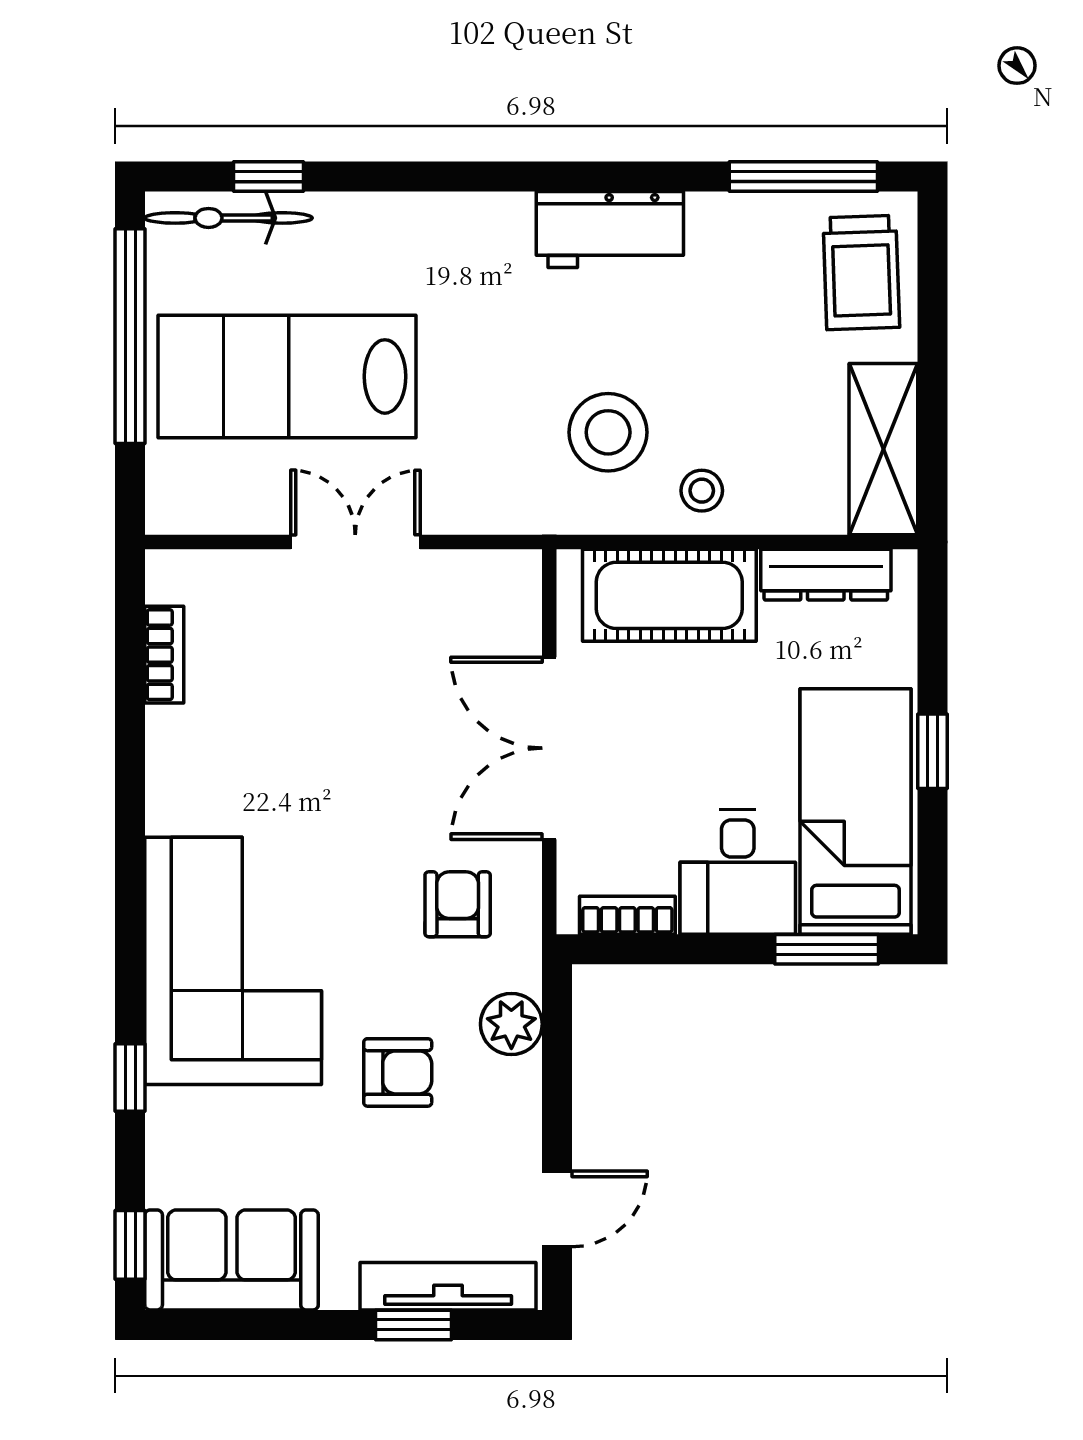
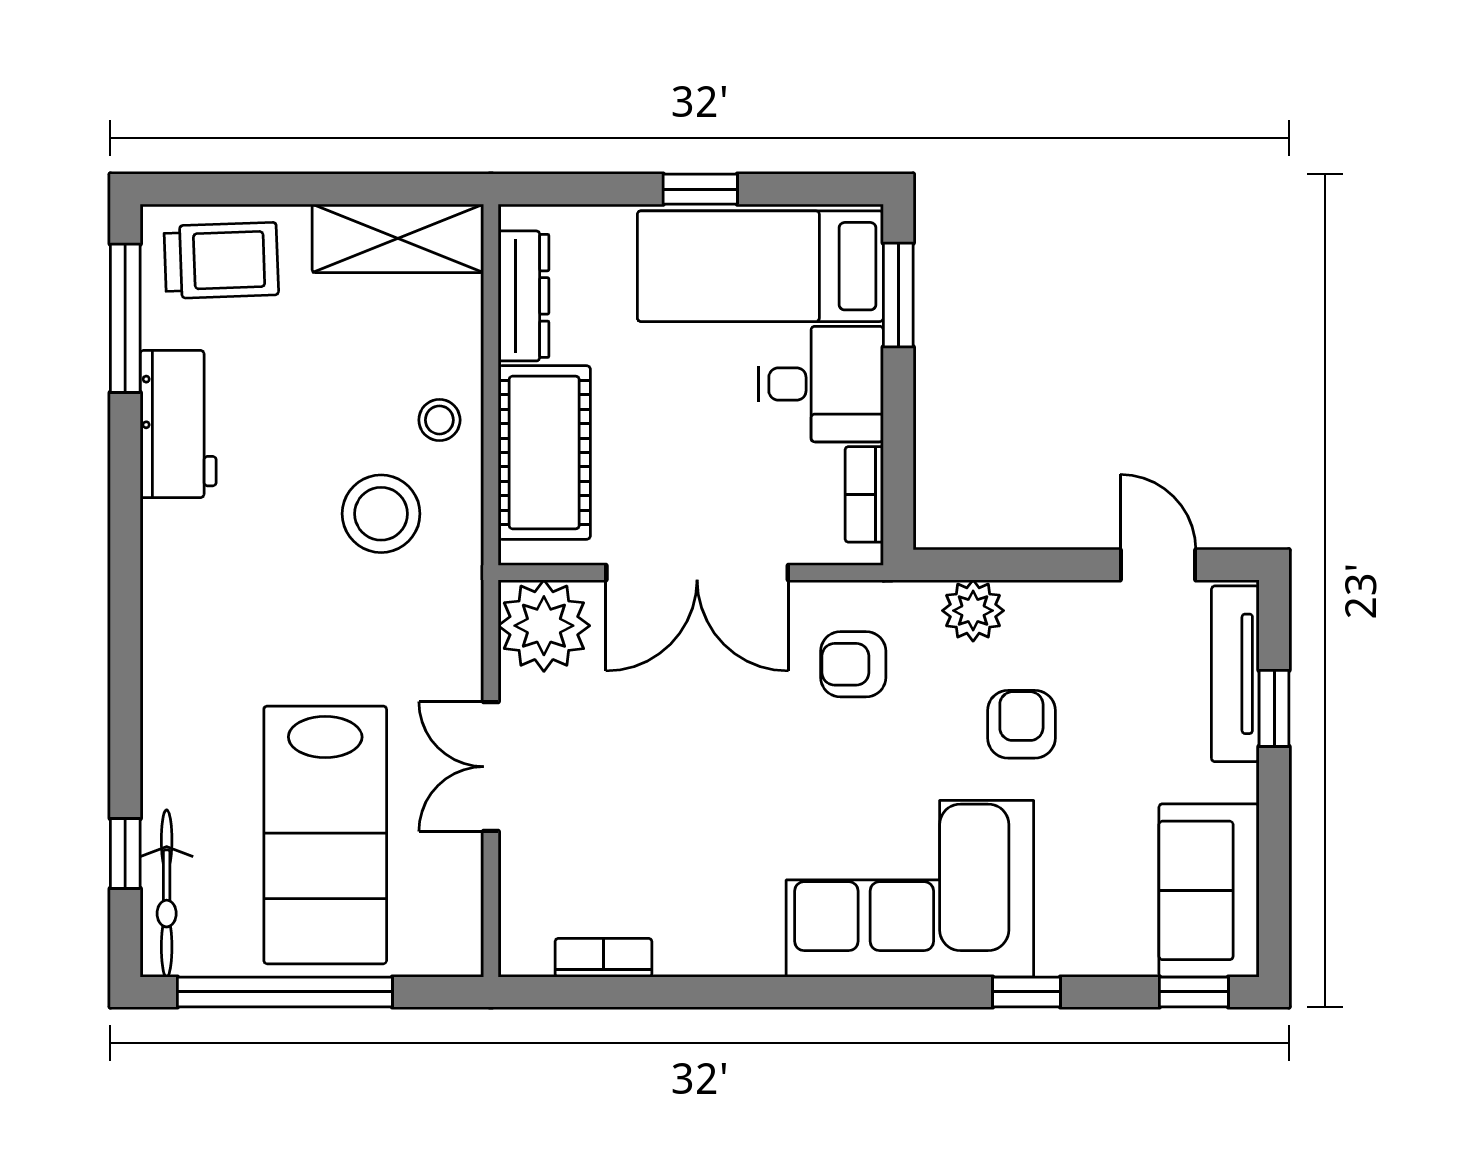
workbench: (610, 229) -> (178, 424), moved
plant: (496, 595) -> (544, 626), added

